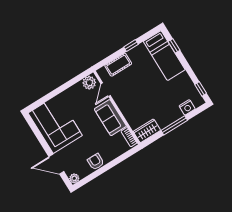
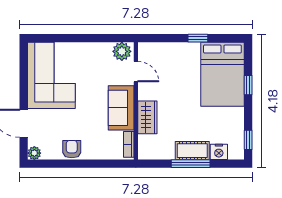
window: (174, 46) -> (248, 85), moved
bed: (164, 56) -> (222, 74), width x1.50
cot: (118, 65) -> (192, 151), moved
door: (106, 90) -> (136, 72), swing flipped
wardrobe: (147, 131) -> (147, 117), moved, turned 90

